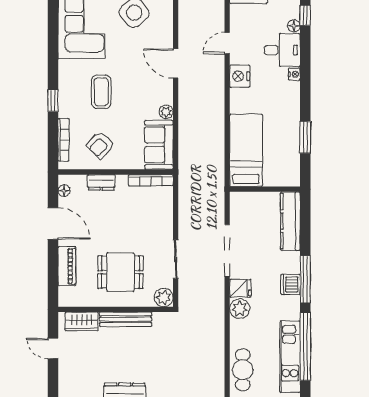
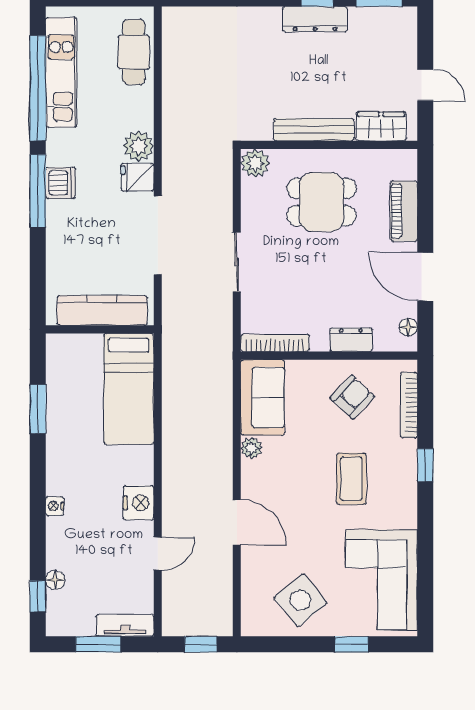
desk: (282, 50) -> (73, 543), removed
kitchen counter: (290, 221) -> (102, 310), moved, turned -90
sliding door: (176, 259) -> (237, 262), moved

